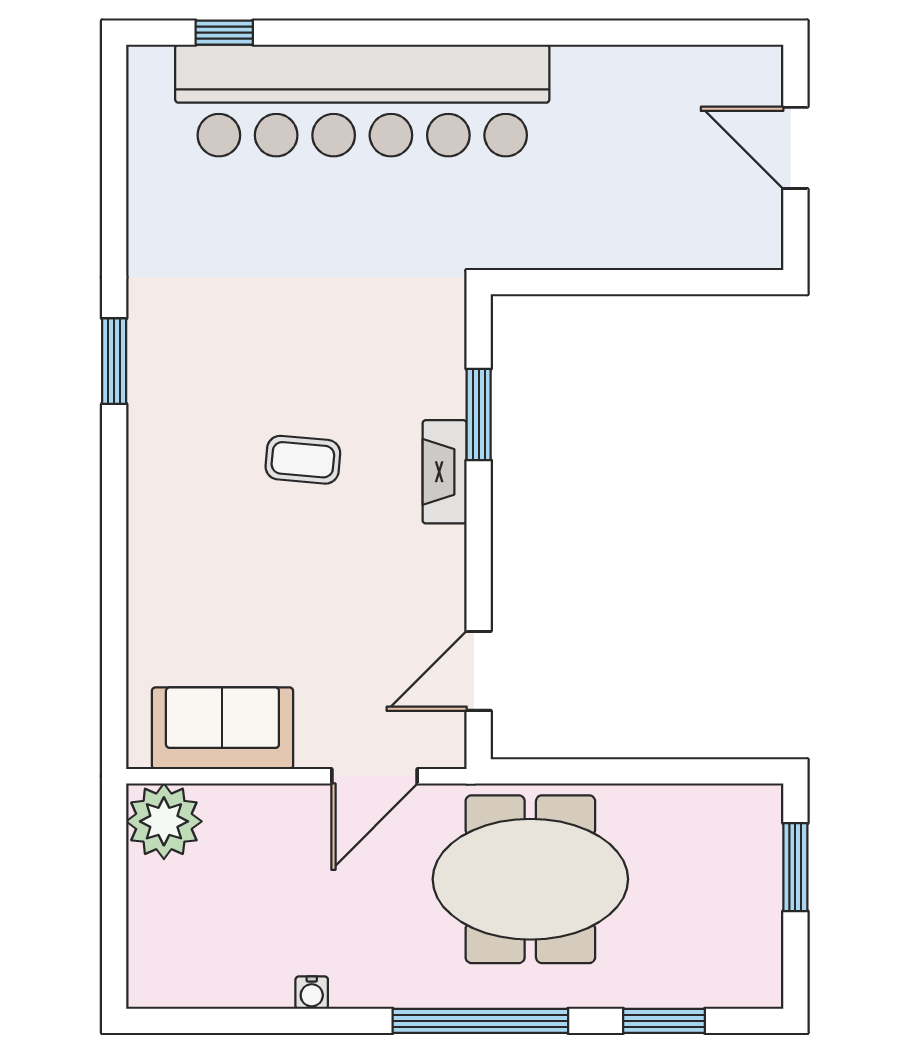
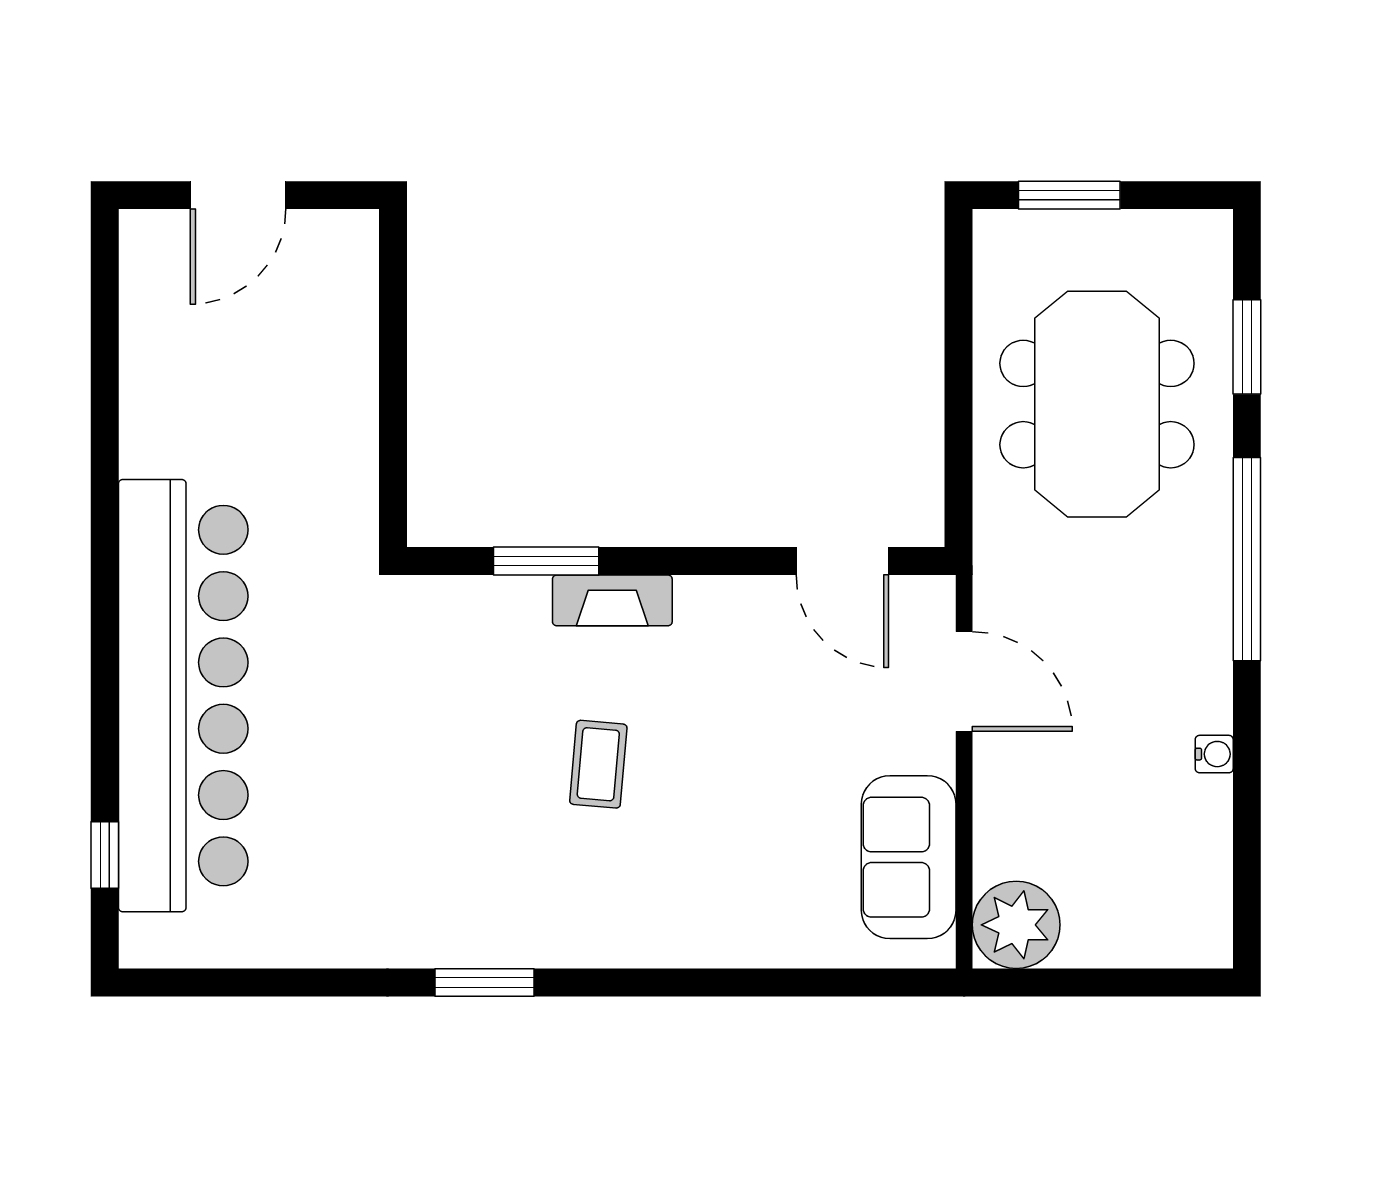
meeting table: (530, 879) -> (1097, 404), moved

